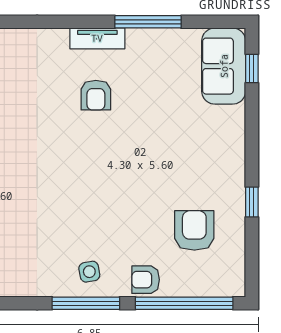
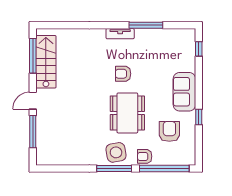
sofa: (224, 66) -> (184, 92), moved
armchair: (96, 95) -> (123, 74), moved, turned 90
dining table: (112, 194) -> (127, 113), added
side table: (89, 272) -> (116, 152), width x1.87, depth x1.87

